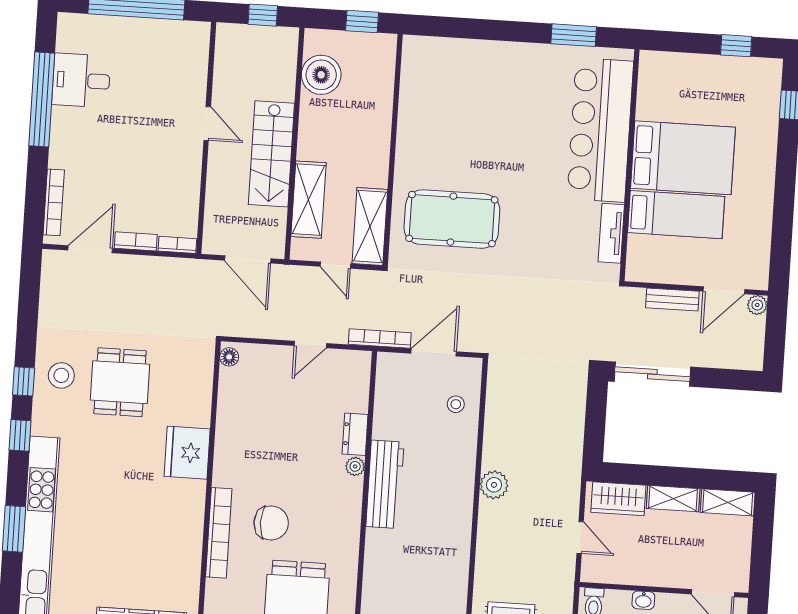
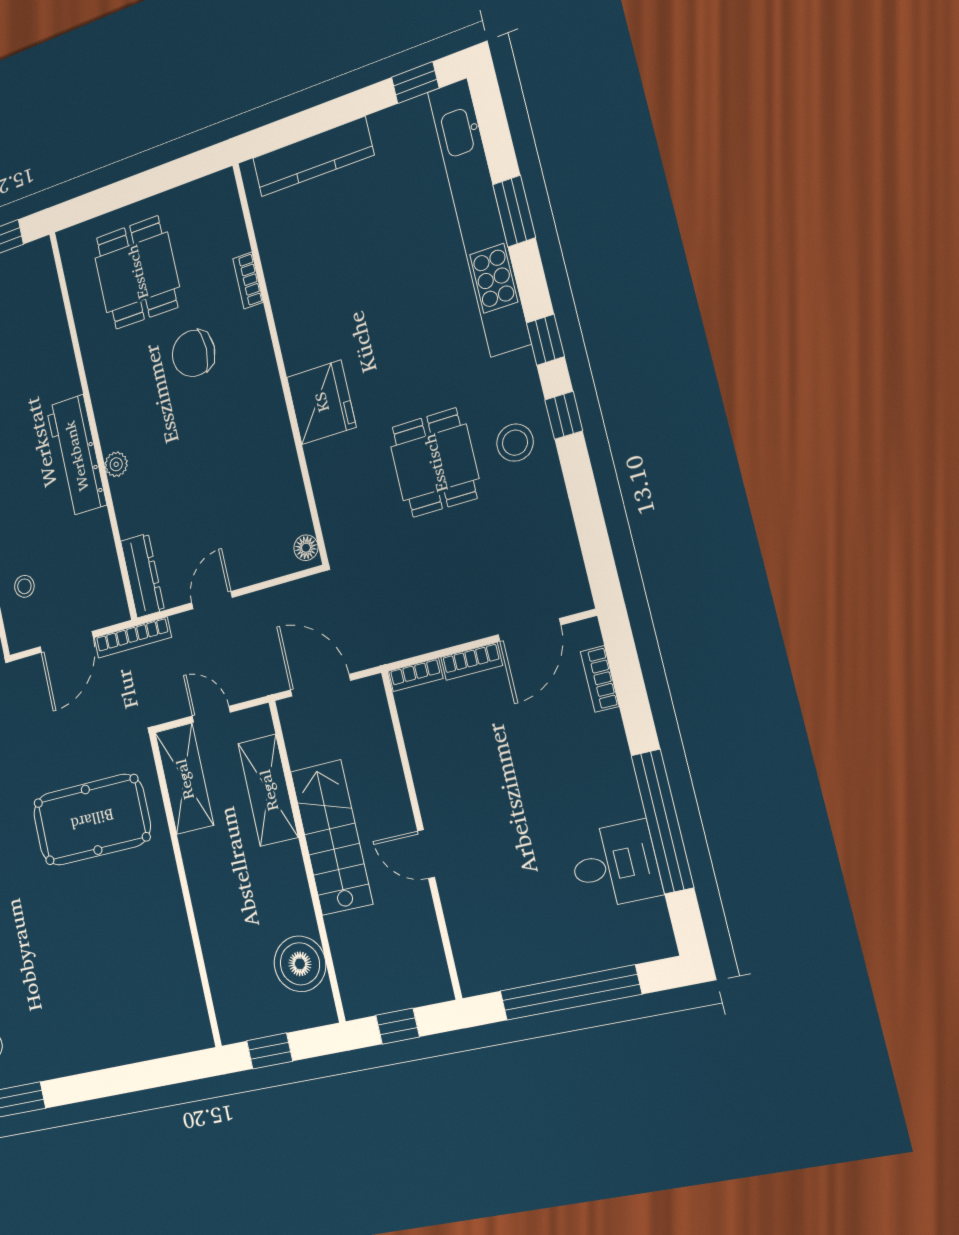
bookcase: (54, 202) -> (600, 679), width x0.64
dresser: (355, 434) -> (143, 576), moved, width x1.44
bookcase: (219, 533) -> (248, 280), width x0.43, depth x0.76

